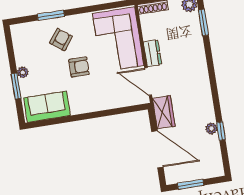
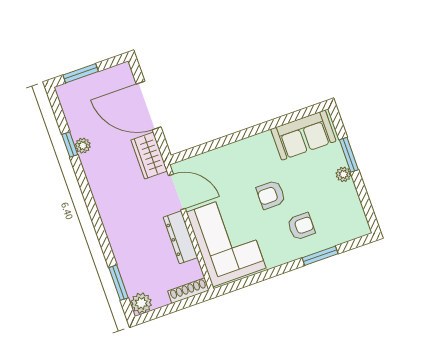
armchair: (61, 40) -> (301, 226), turned -127
dresser: (152, 53) -> (180, 237), width x1.44
window: (191, 184) -> (81, 73), moved

